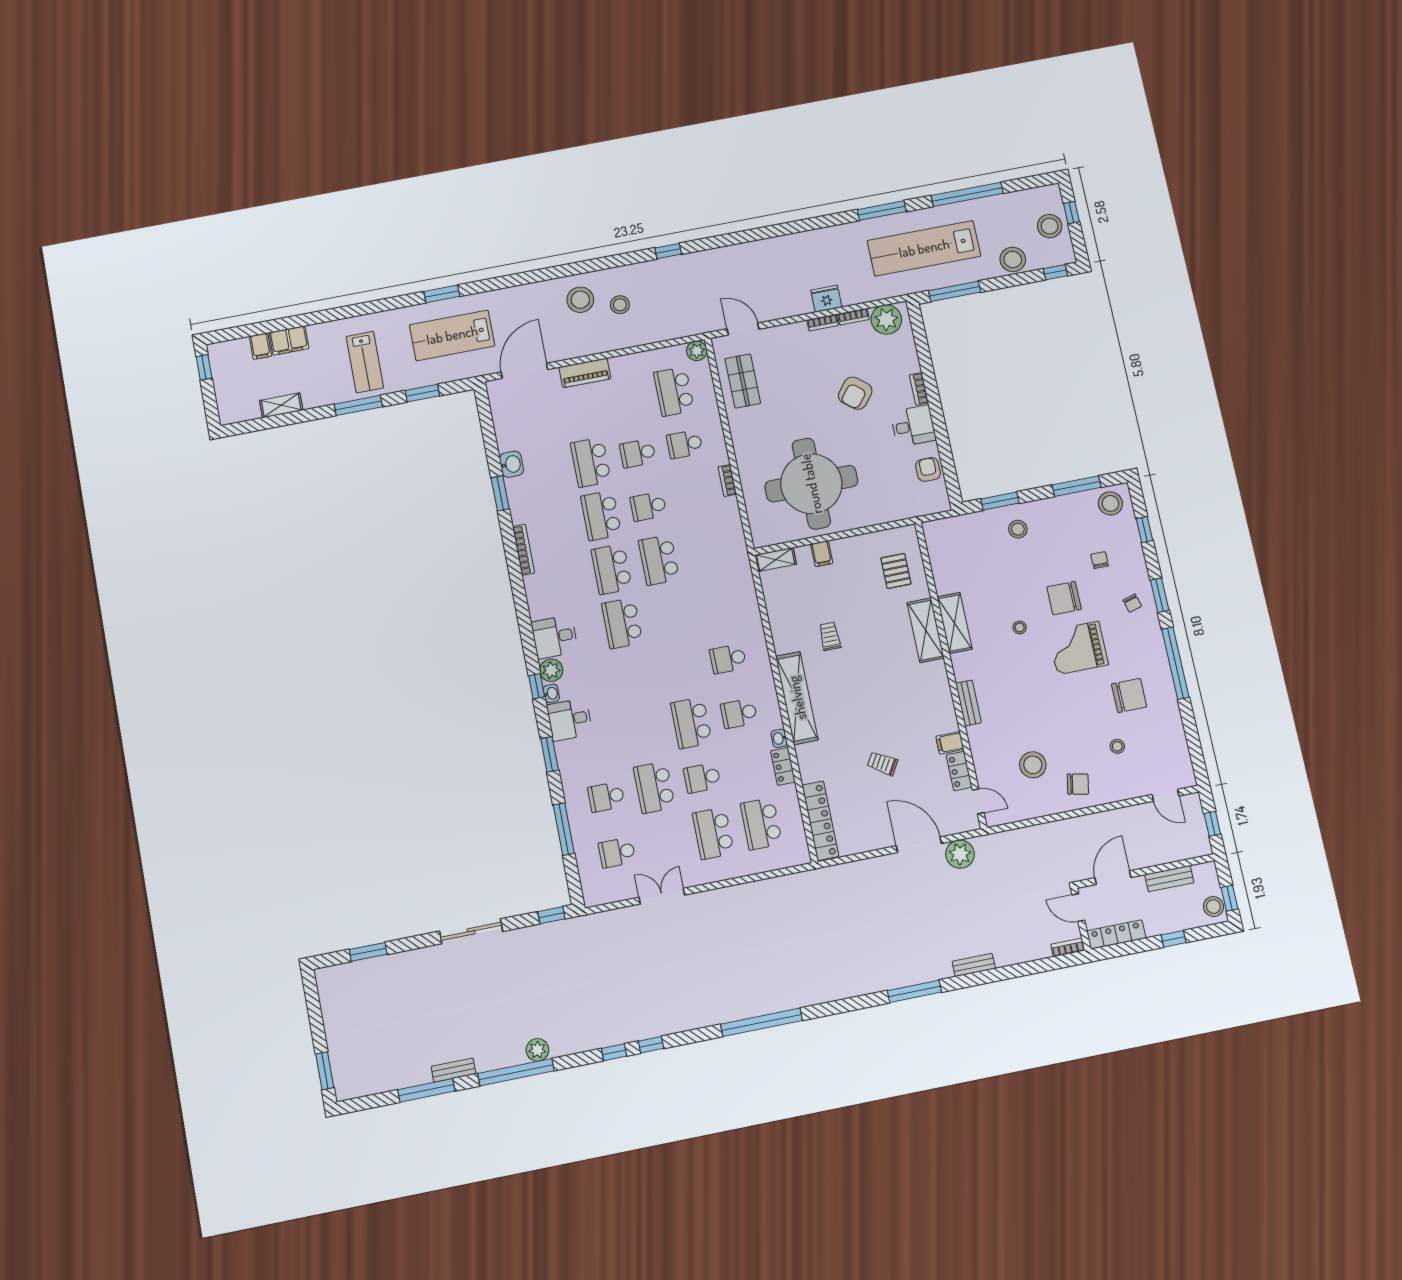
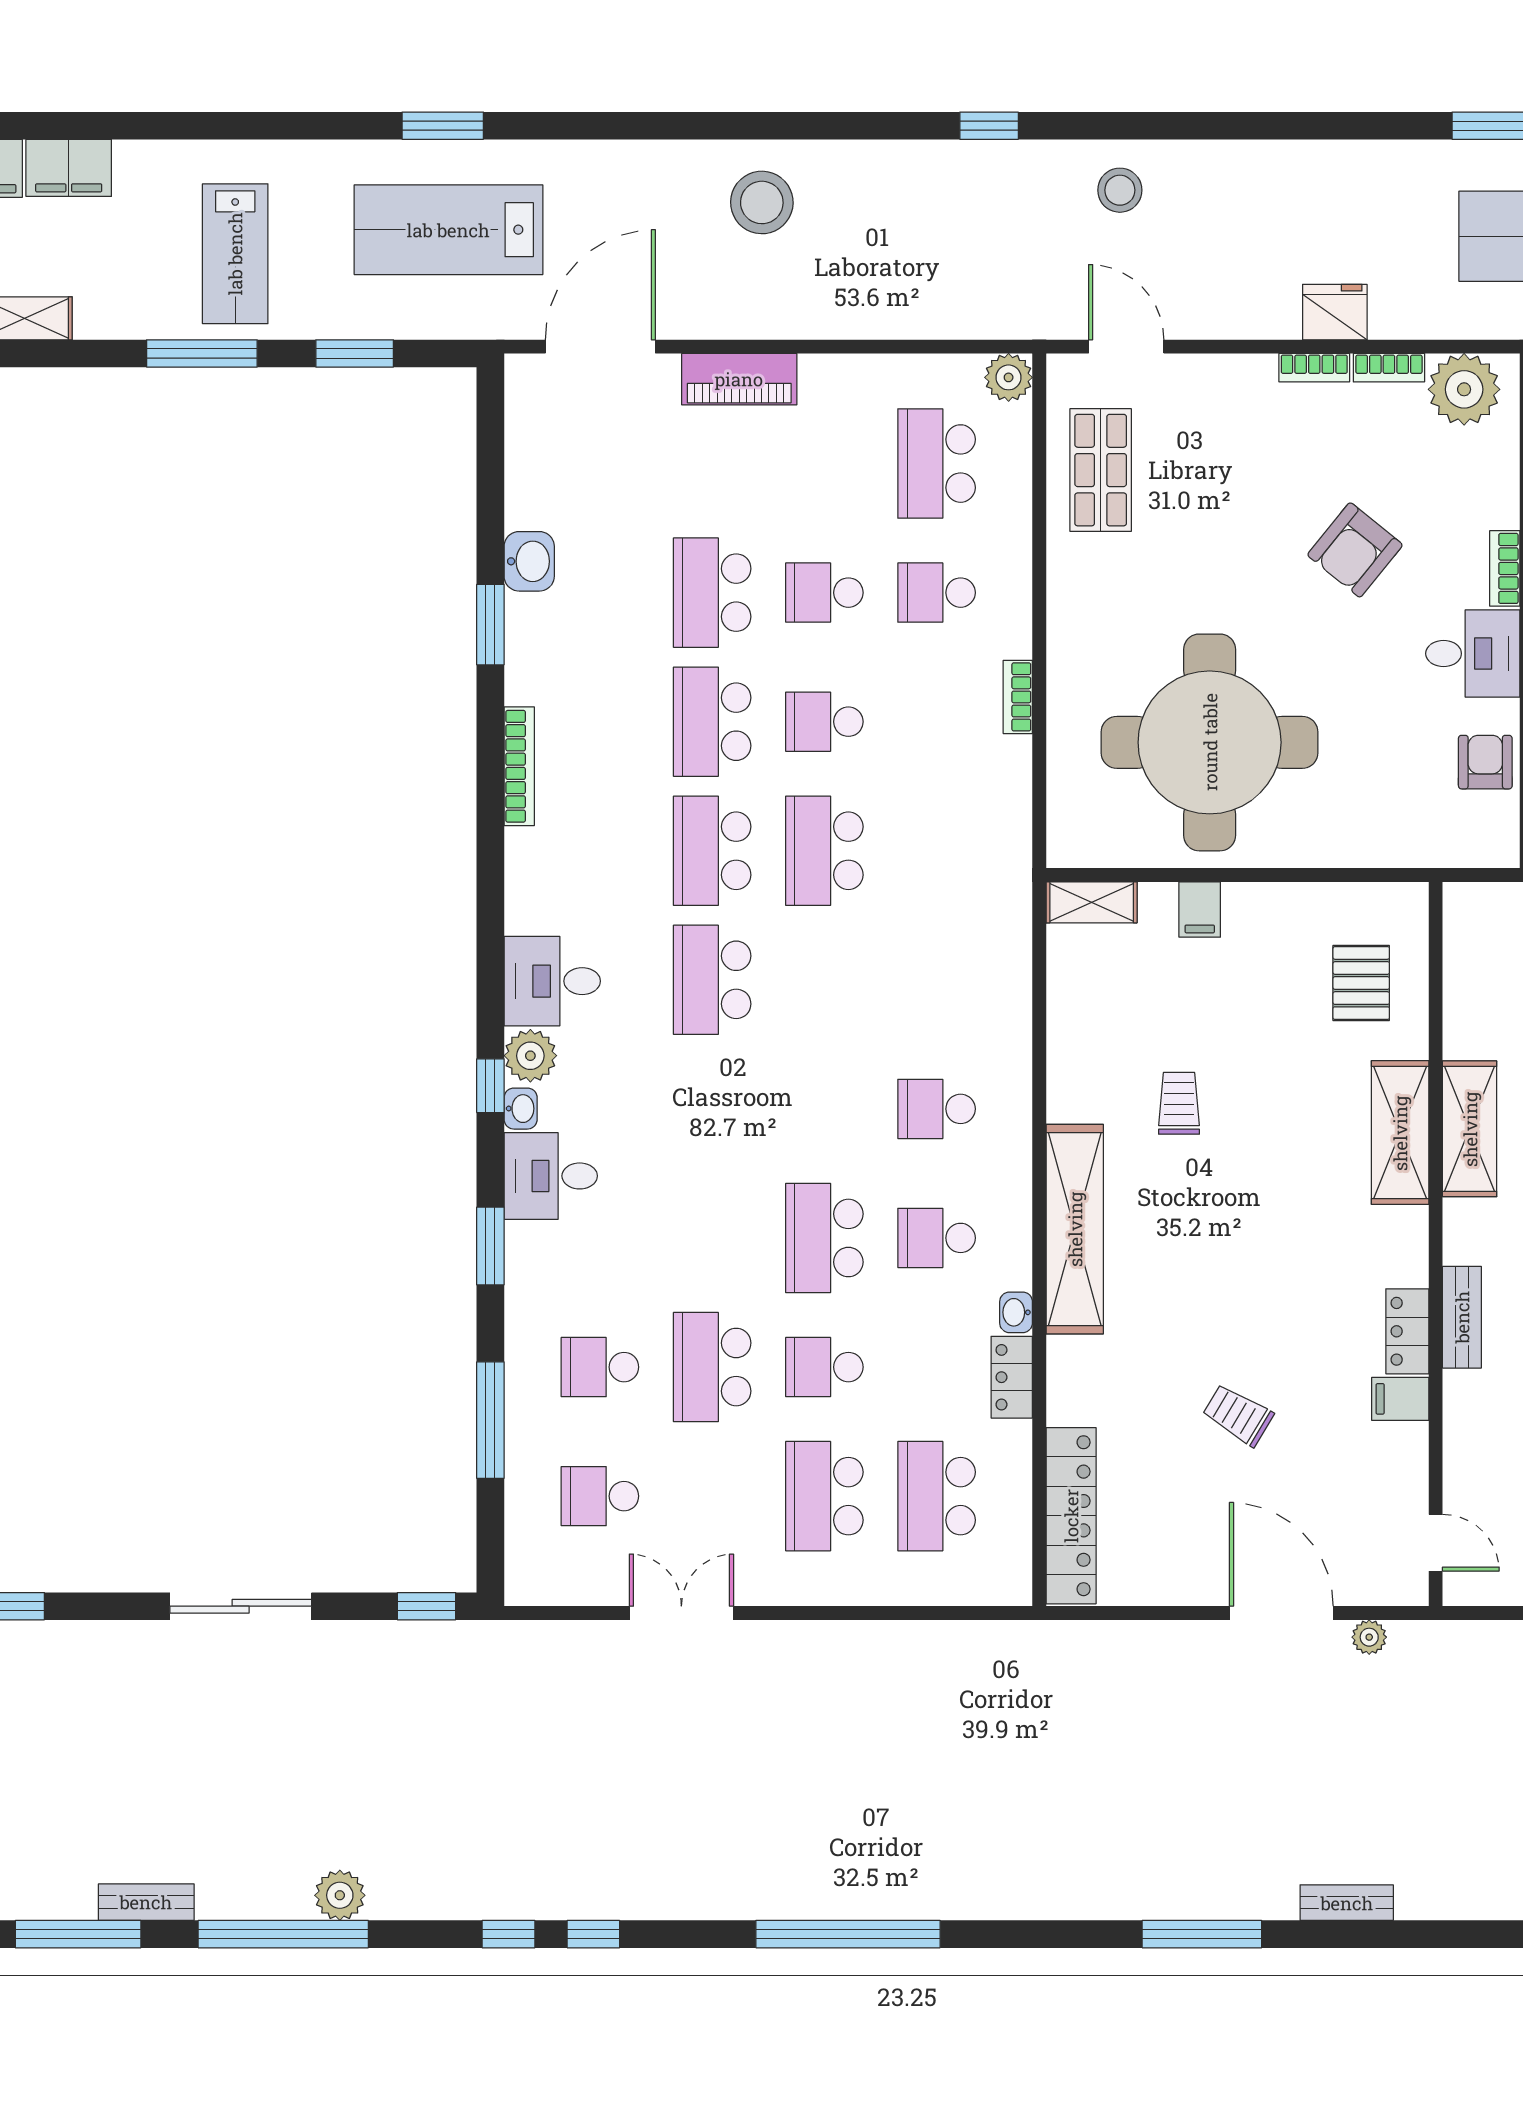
stool: (620, 305) -> (1120, 190), moved
locker: (959, 771) -> (1407, 1331), moved
plant: (960, 854) -> (1369, 1637), width x0.53, depth x0.53

